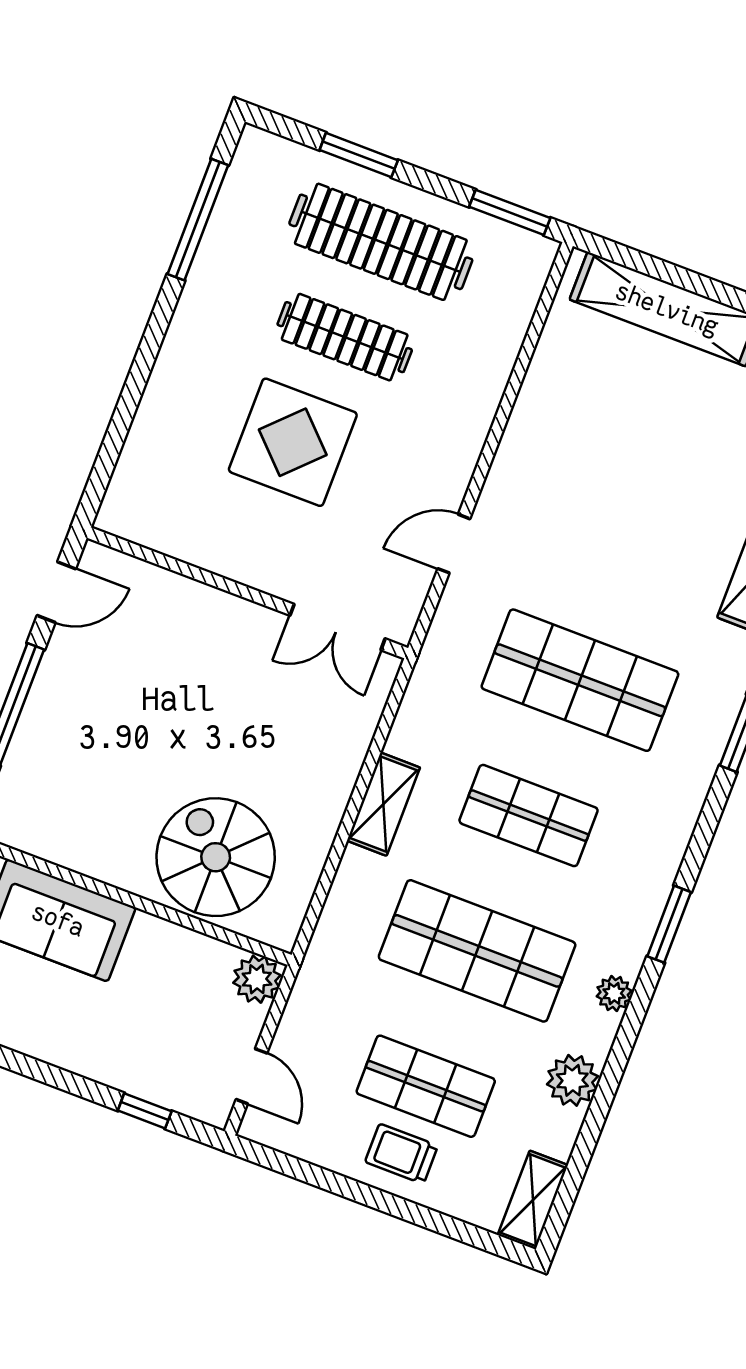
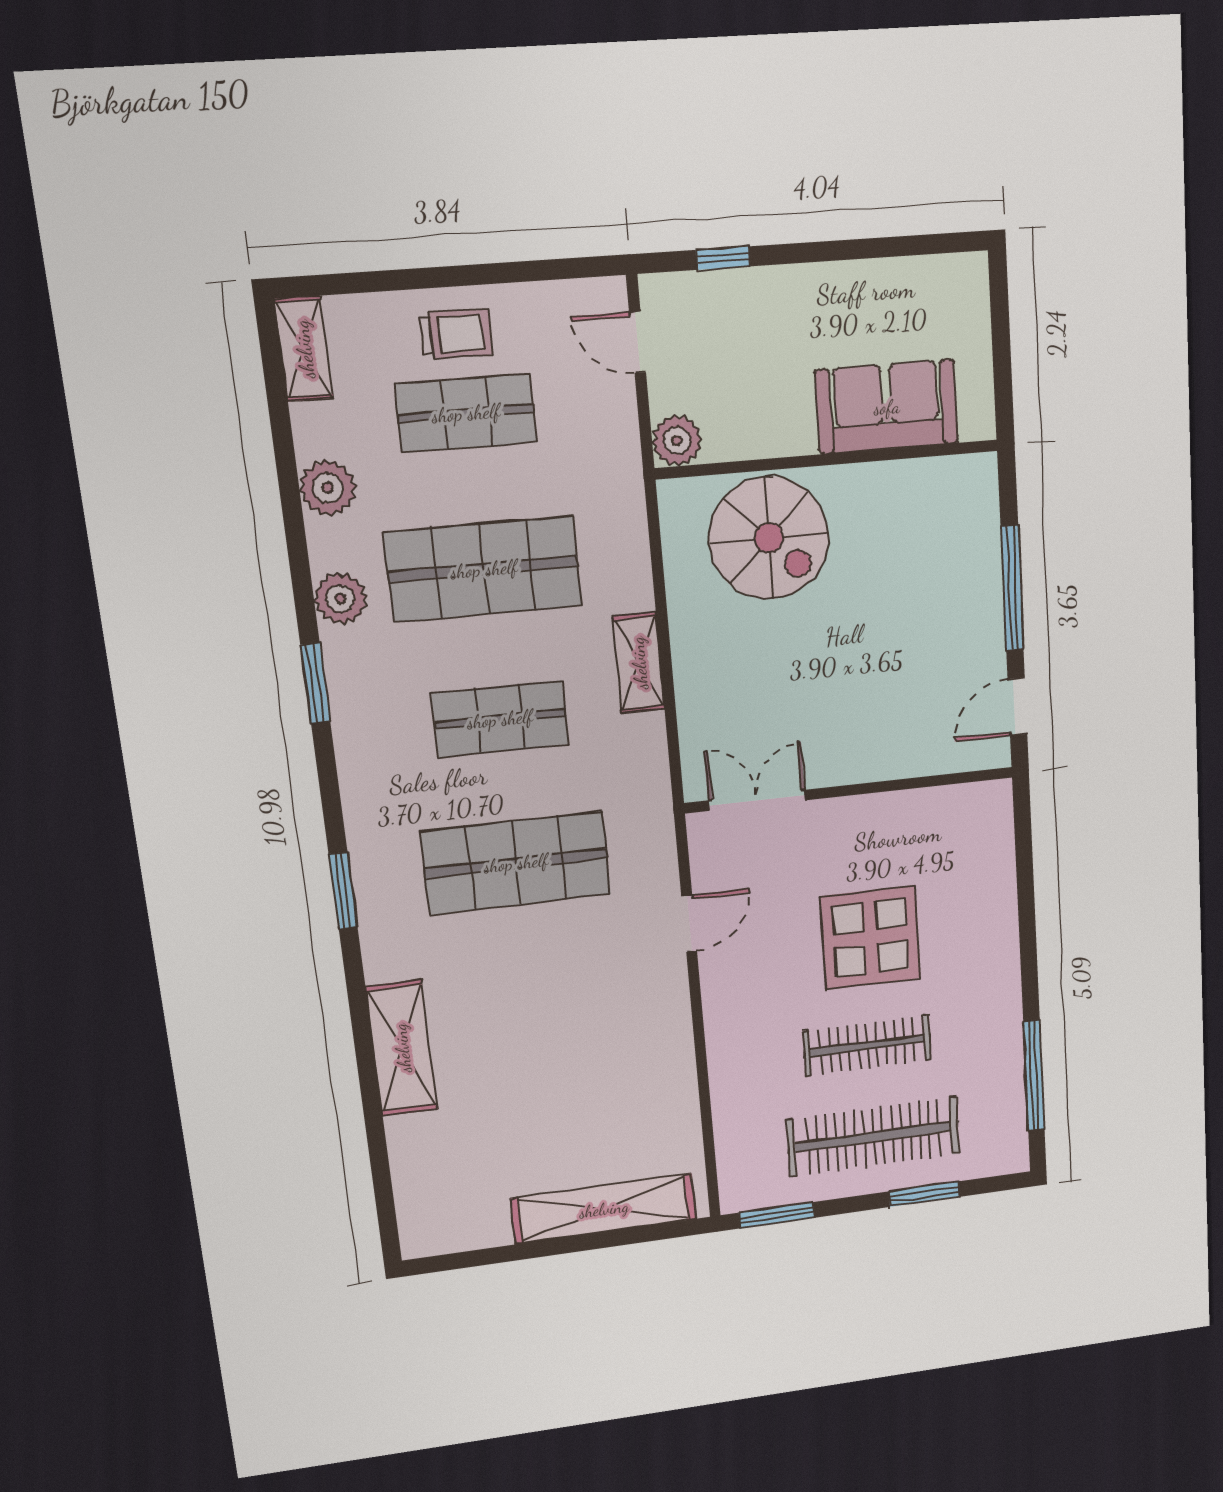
plant: (614, 994) -> (340, 598), width x1.38, depth x1.38

